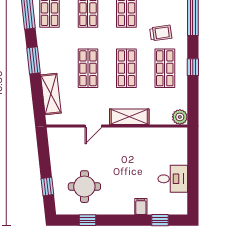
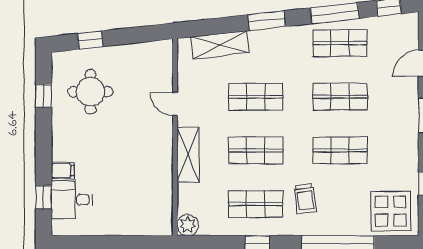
desk: (173, 179) -> (72, 200), moved, turned 90

